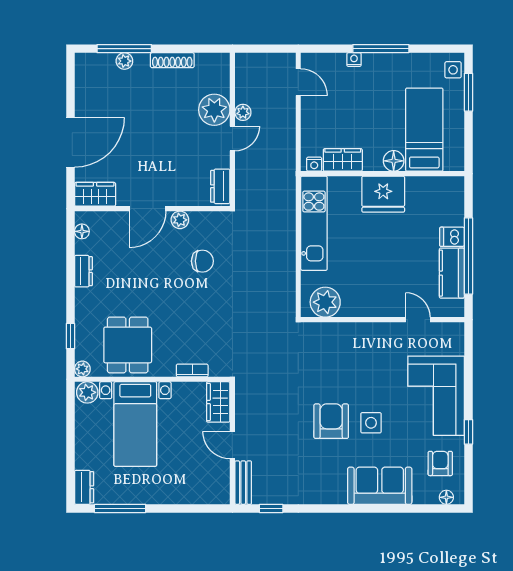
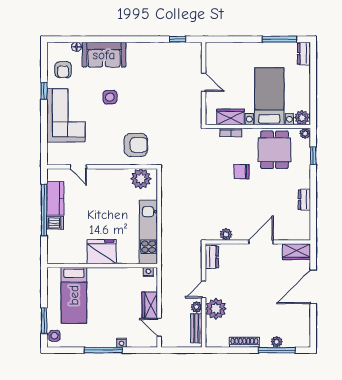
wardrobe: (343, 160) -> (150, 305), moved, turned 90
floor lamp: (394, 161) -> (95, 274), removed
plant: (180, 220) -> (226, 234), moved
floor lamp: (82, 231) -> (305, 227), removed
chair: (202, 261) -> (242, 172), moved
wardrobe: (218, 402) -> (230, 117), moved, turned -90
armchair: (331, 421) -> (136, 145), moved, turned -90
bench: (243, 483) -> (196, 328), moved
floor lamp: (446, 497) -> (76, 47), moved

